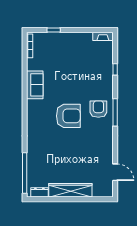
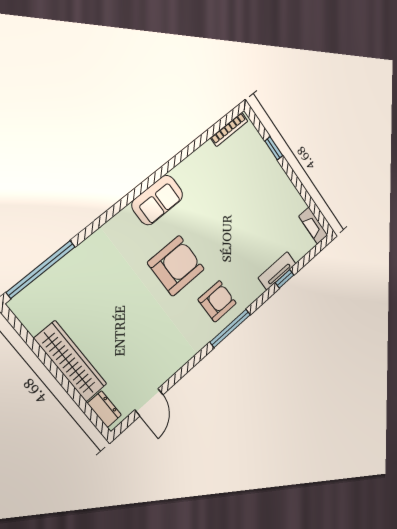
tv unit: (109, 70) -> (277, 271), added
sofa: (35, 85) -> (157, 200), moved
armchair: (68, 116) -> (176, 266), turned -90
dresser: (39, 192) -> (104, 409), moved

